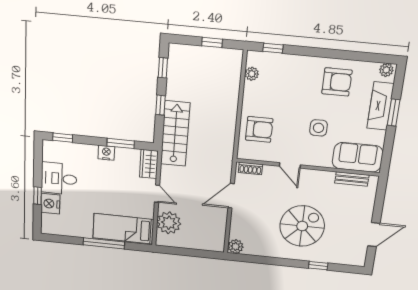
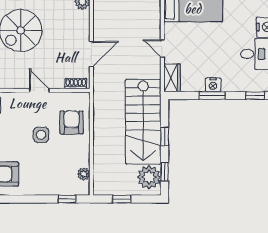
side table: (319, 128) -> (41, 135), moved
armchair: (259, 129) -> (71, 122), turned 90
stairs: (175, 134) -> (143, 122), width x1.36, depth x1.51
window: (121, 143) -> (212, 96), moved
plant: (169, 223) -> (149, 177), moved

